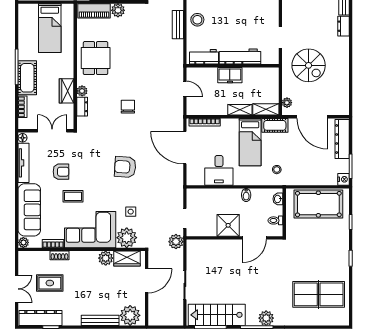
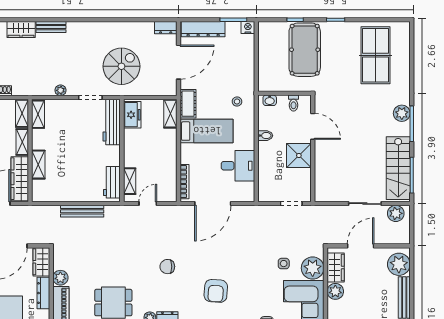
stool: (197, 20) -> (71, 190), removed
bench: (178, 25) -> (82, 211), width x1.36
dresser: (343, 26) -> (166, 28), moved
workbench: (240, 57) -> (112, 122), moved
freezer: (230, 75) -> (132, 115), moved
plant: (287, 103) -> (60, 90), moved
shelving: (240, 110) -> (130, 181), moved
armchair: (125, 167) -> (216, 291), moved
pool table: (318, 204) -> (305, 50), moved
plant: (176, 242) -> (396, 213), moved
door: (147, 281) -> (361, 246), hinge flipped

